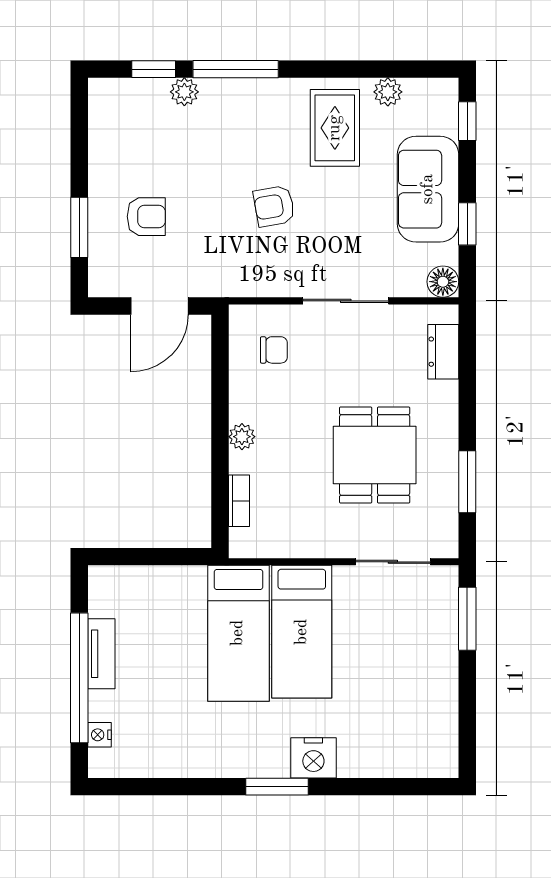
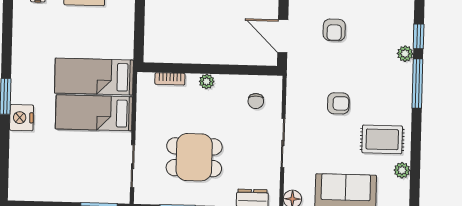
armchair: (274, 206) -> (338, 103), turned 100

